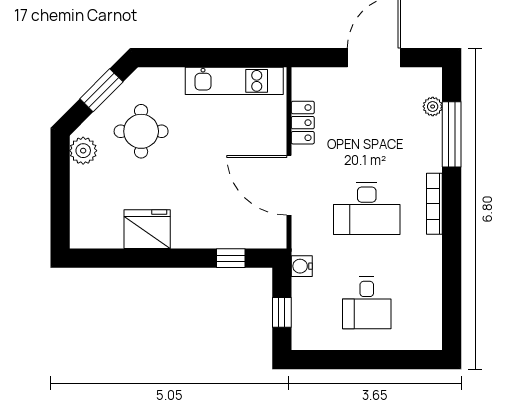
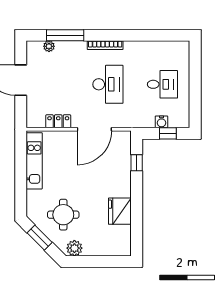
water cooler: (302, 266) -> (161, 122), moved

